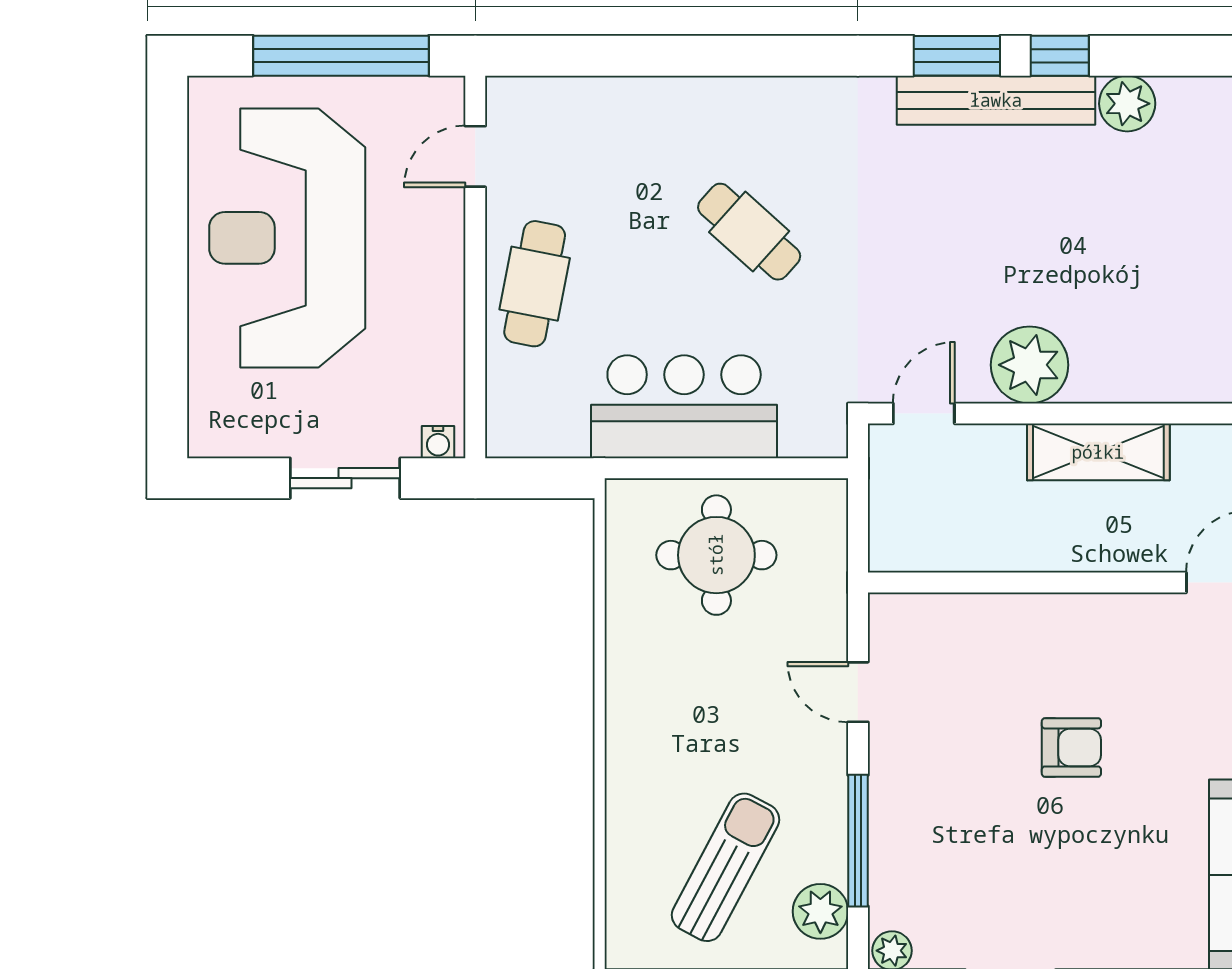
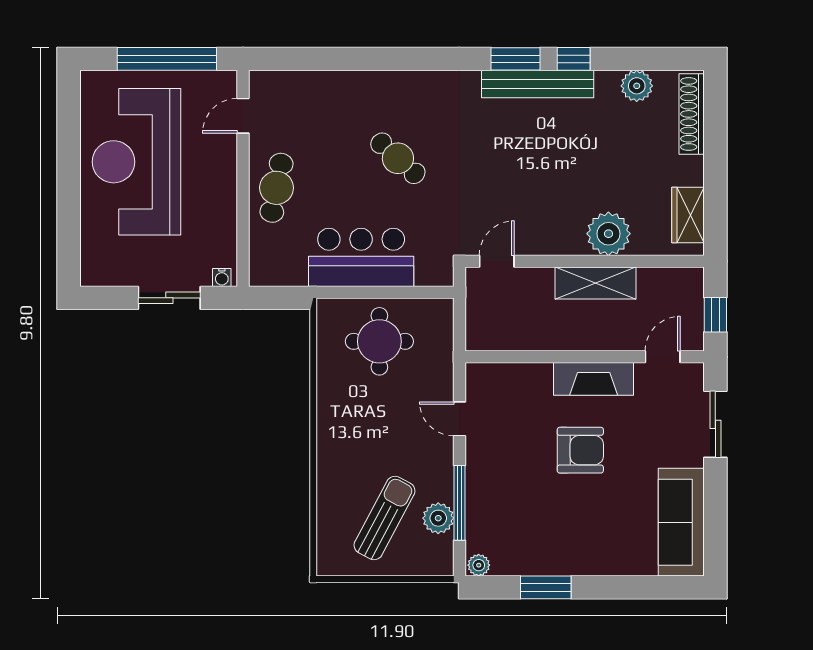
plant: (1127, 104) -> (637, 86), moved
plant: (1030, 365) -> (608, 234), moved
fireplace: (1095, 621) -> (594, 379), added
armchair: (1071, 747) -> (580, 450), width x1.38, depth x1.38
plant: (820, 911) -> (438, 518), moved

